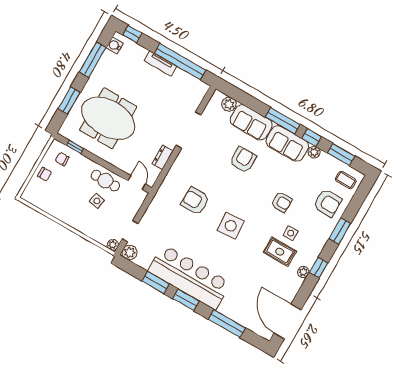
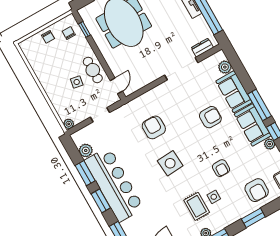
dresser: (162, 157) -> (202, 48), moved
doorway: (130, 231) -> (100, 115), moved
plant: (130, 252) -> (86, 150), moved

